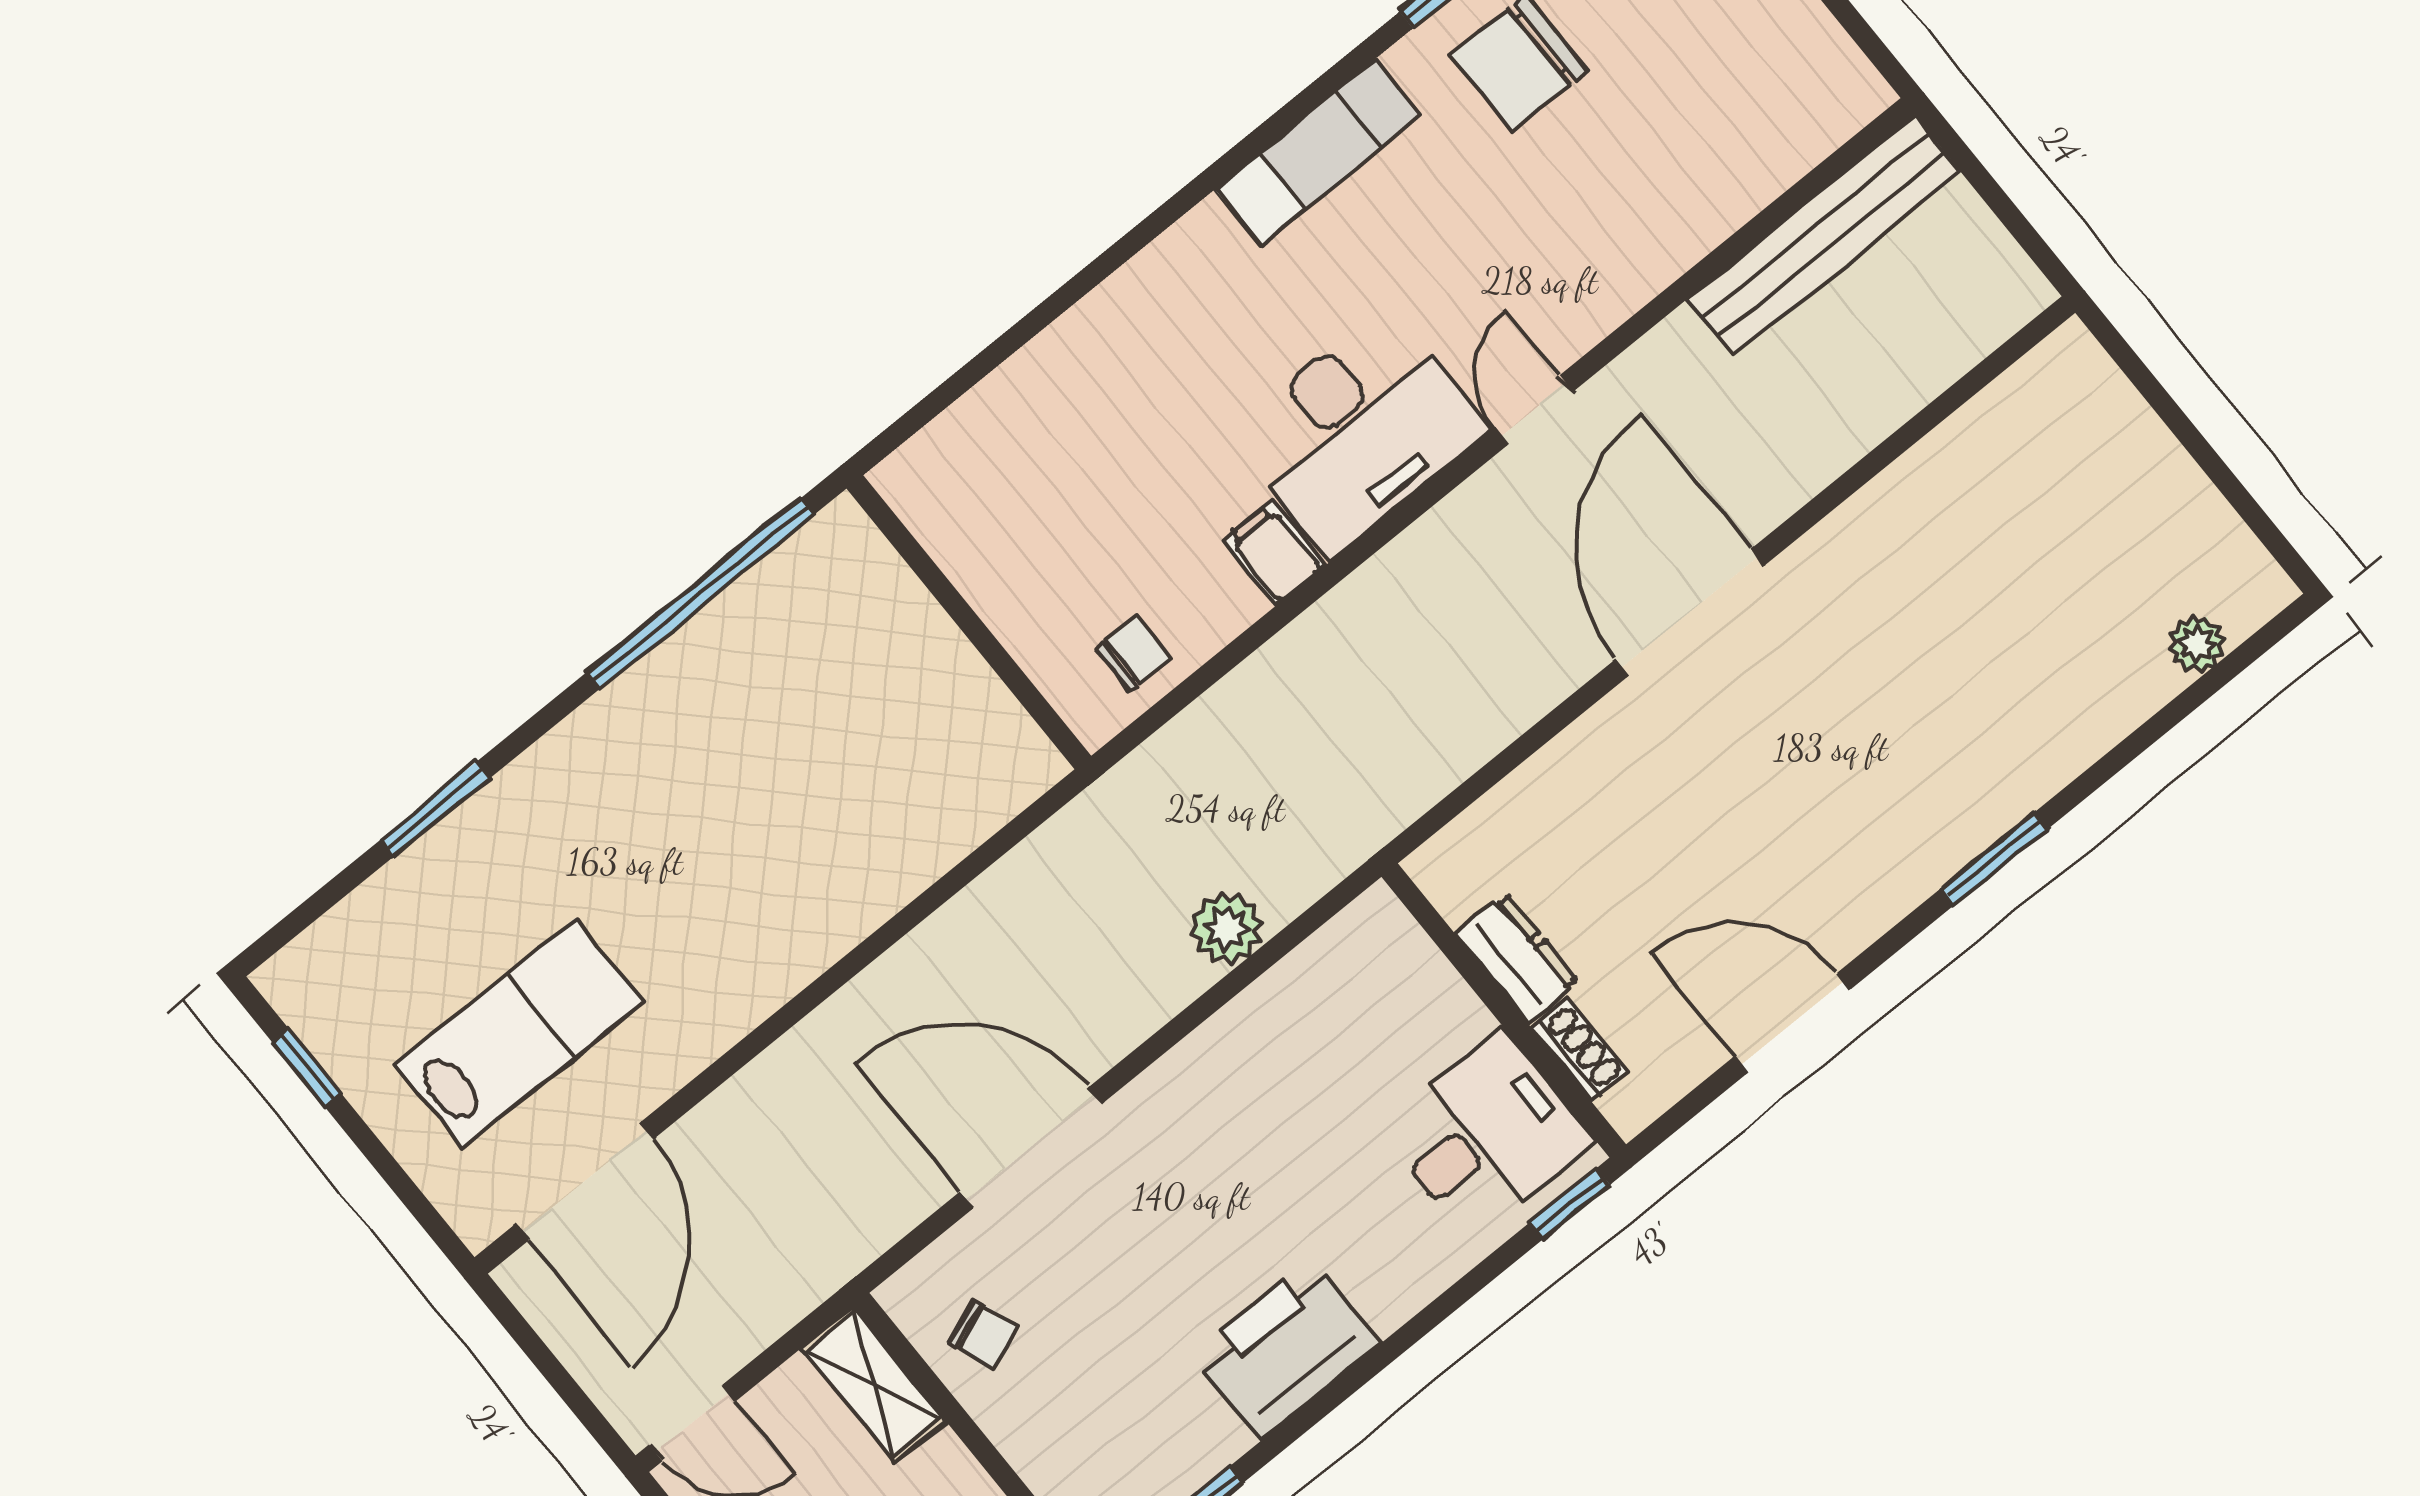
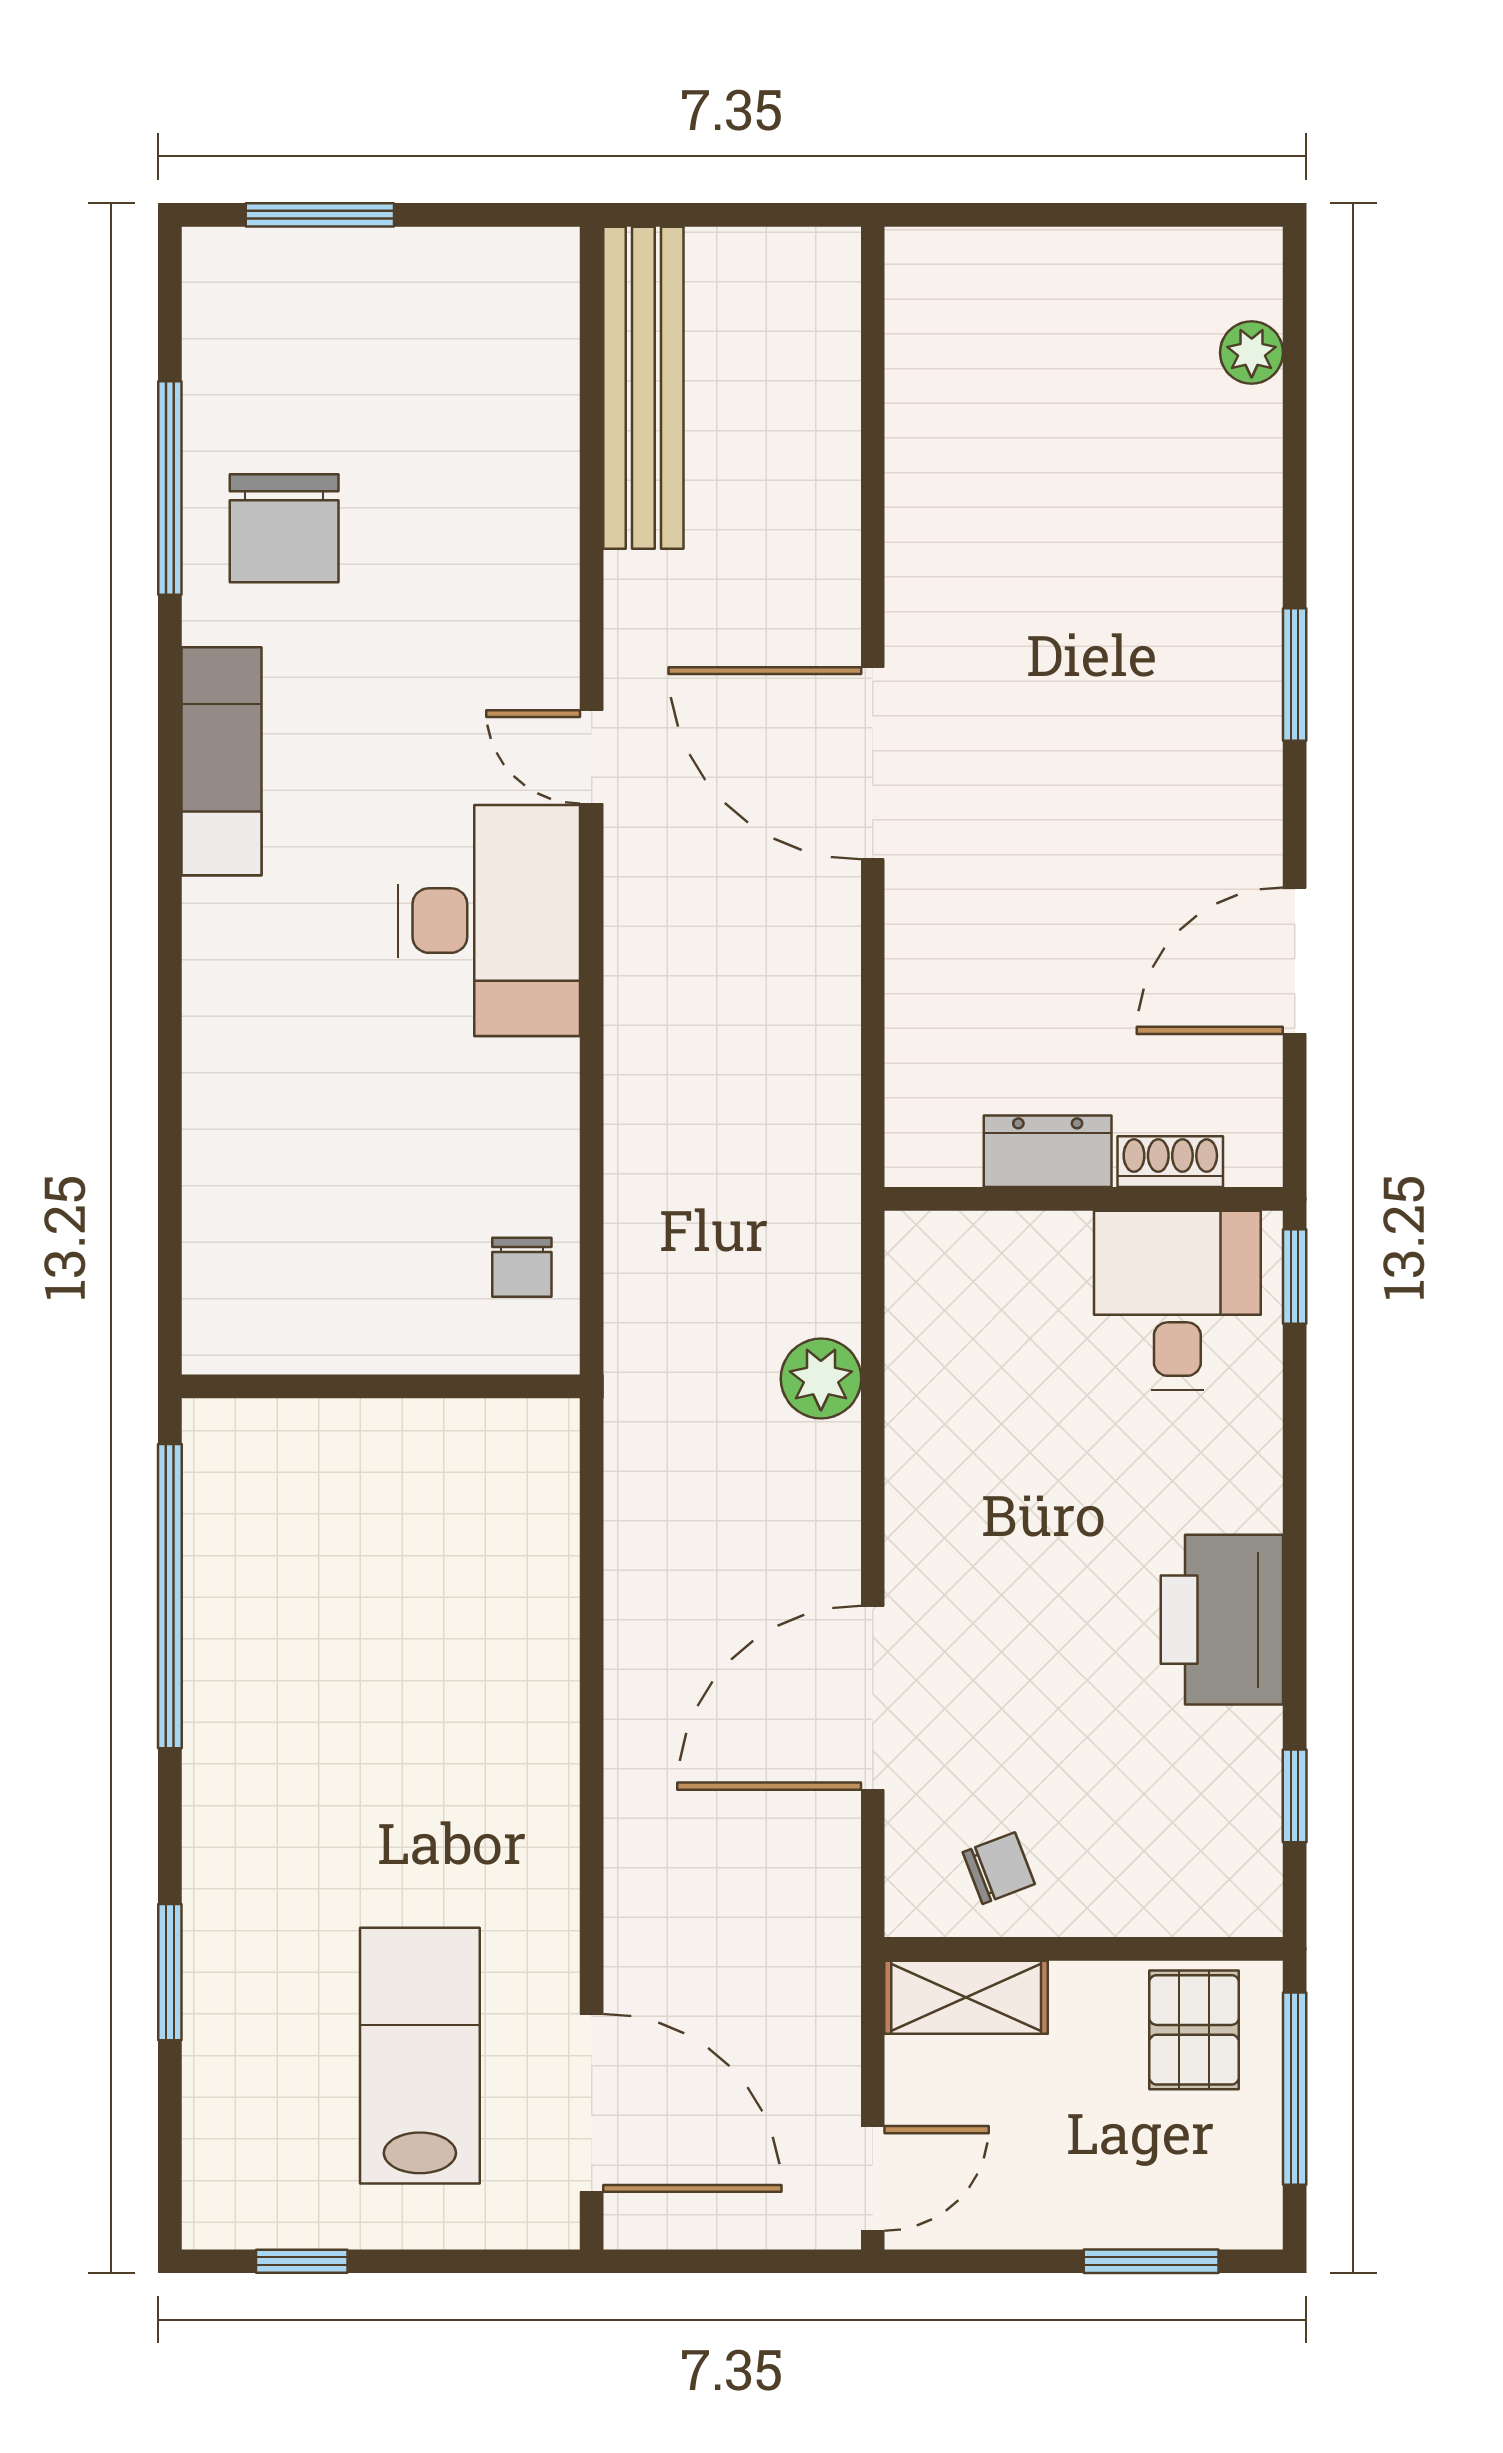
filing cabinet: (1274, 553) -> (533, 1077), removed
chair: (1134, 654) -> (522, 1267), turned 180

